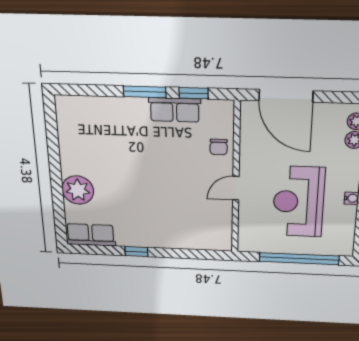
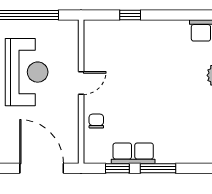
window: (137, 252) -> (130, 15), moved

